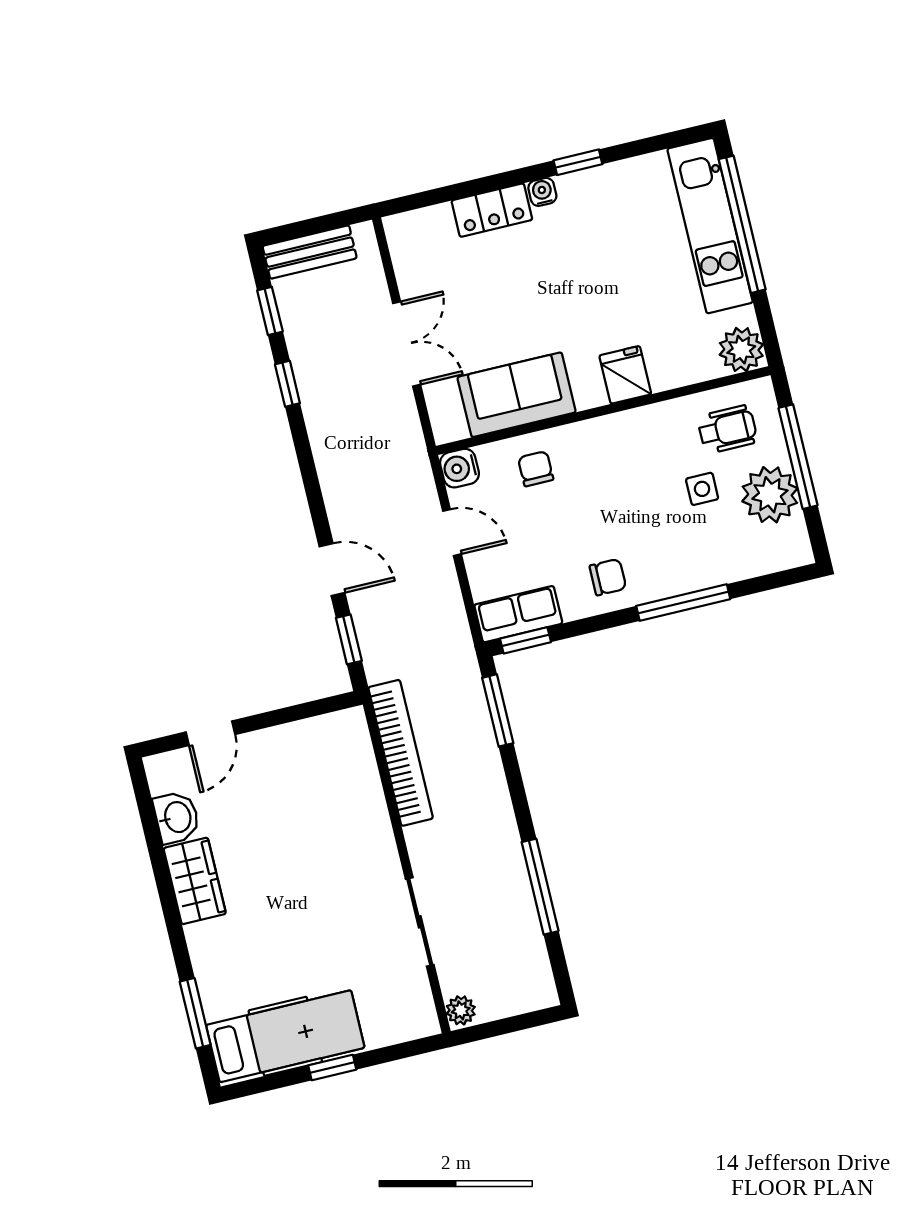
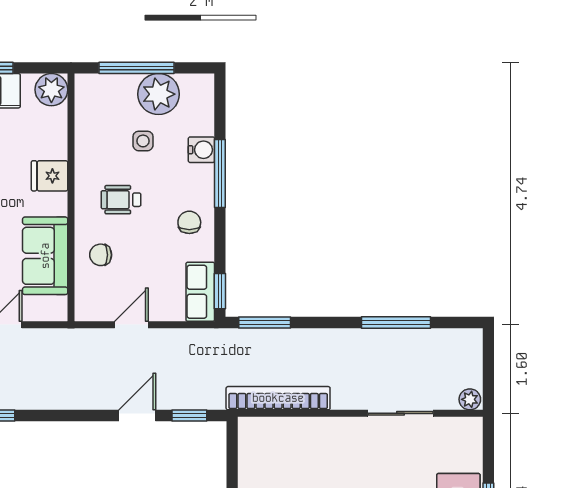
wheelchair: (728, 429) -> (121, 200), moved, turned -90
water cooler: (460, 468) -> (201, 150), moved, turned -90

